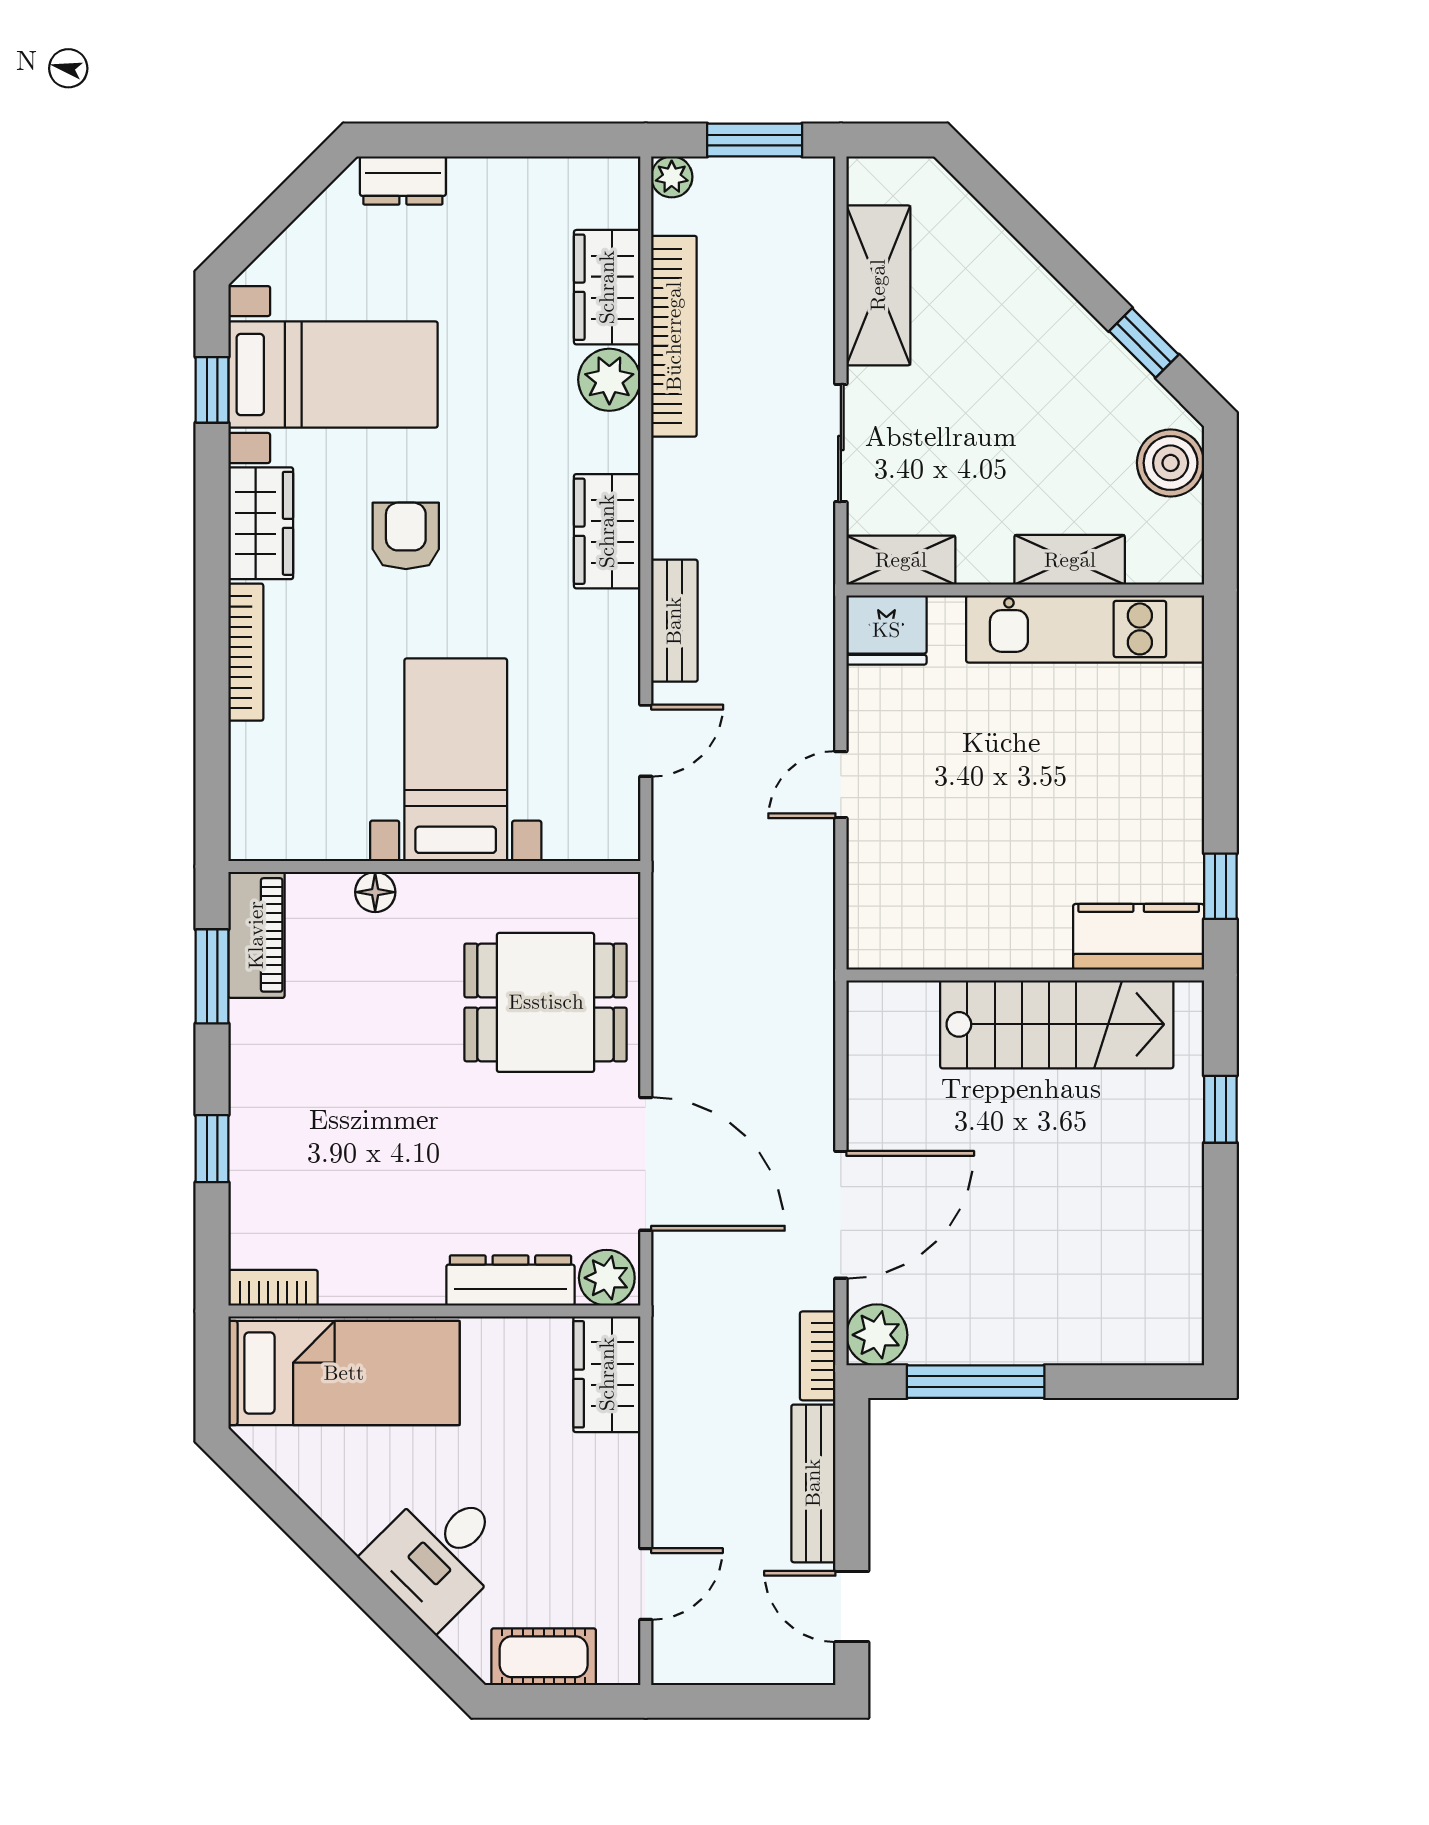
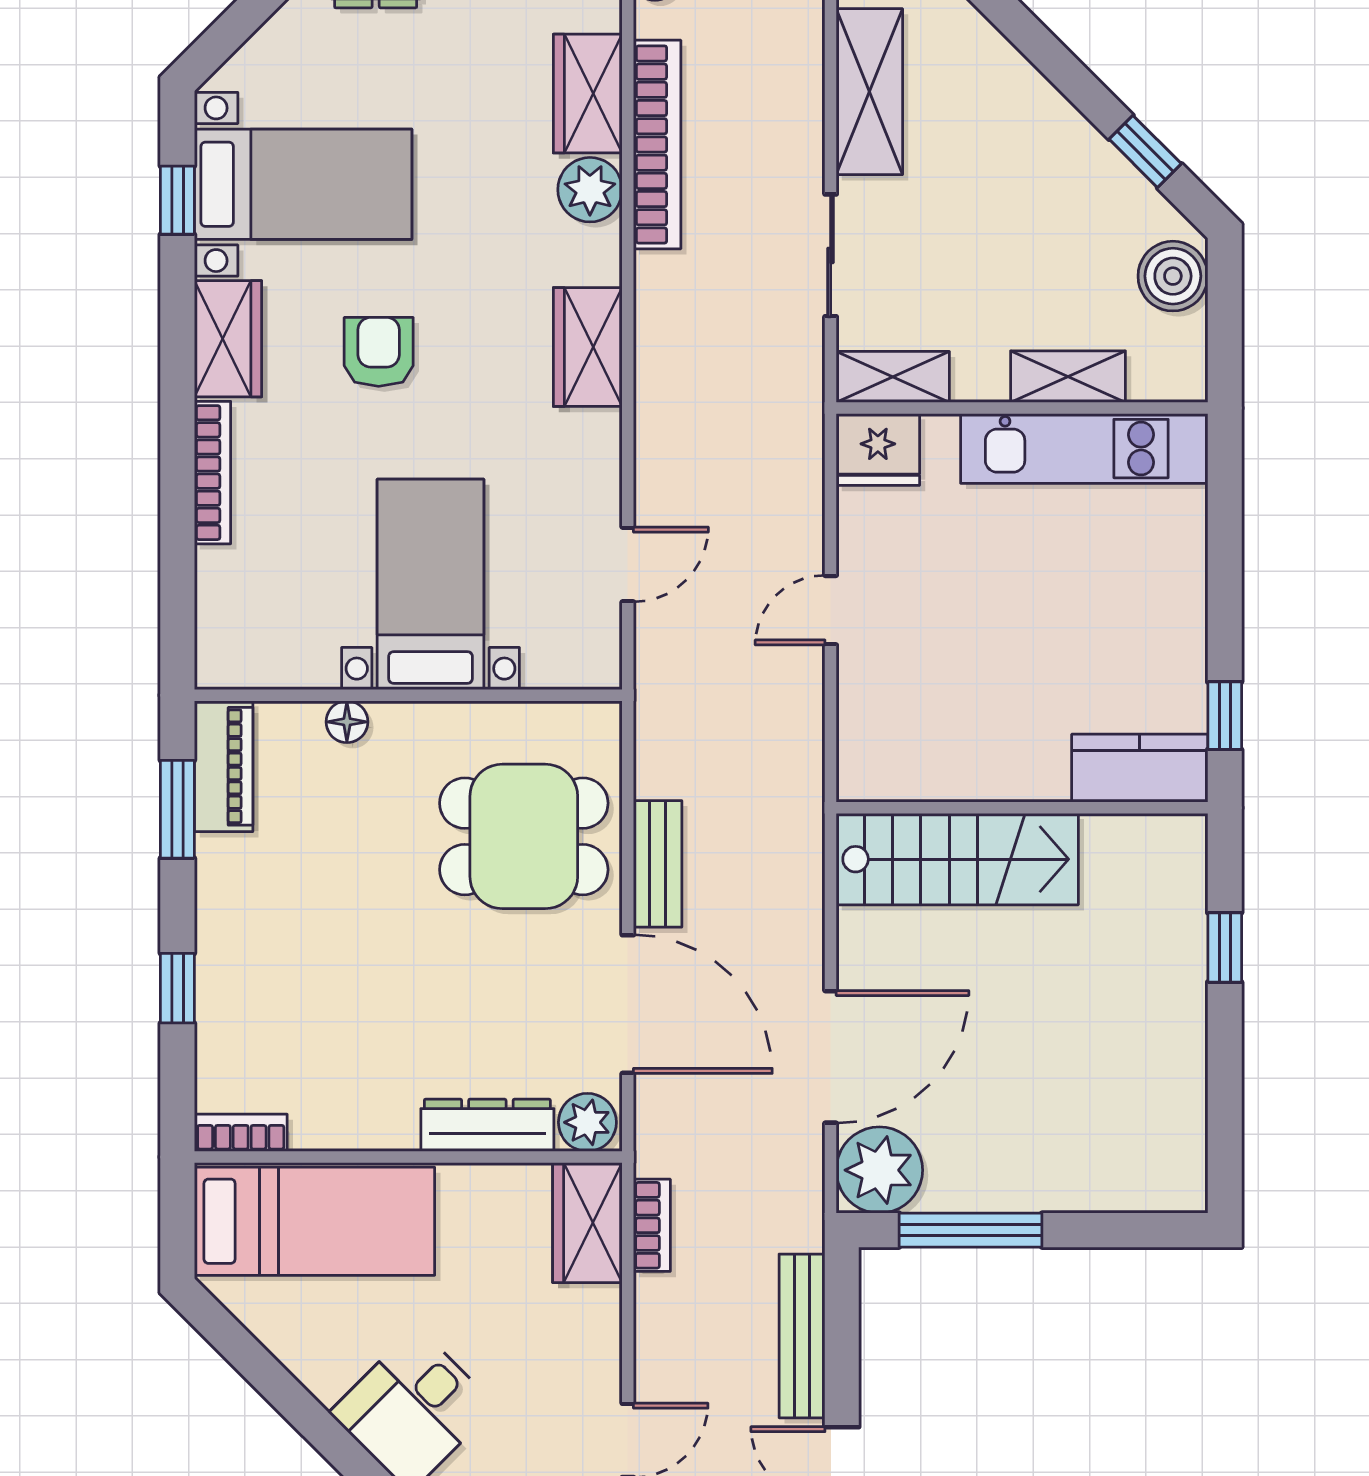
bench: (674, 621) -> (658, 864), moved
stairs: (1057, 1024) -> (957, 859), moved
plant: (877, 1335) -> (879, 1170), width x1.36, depth x1.36
bookcase: (818, 1356) -> (652, 1225), moved, turned 180

